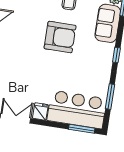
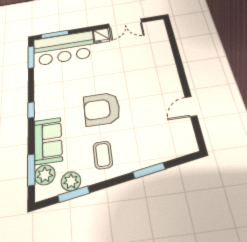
window: (110, 97) -> (31, 57), moved

